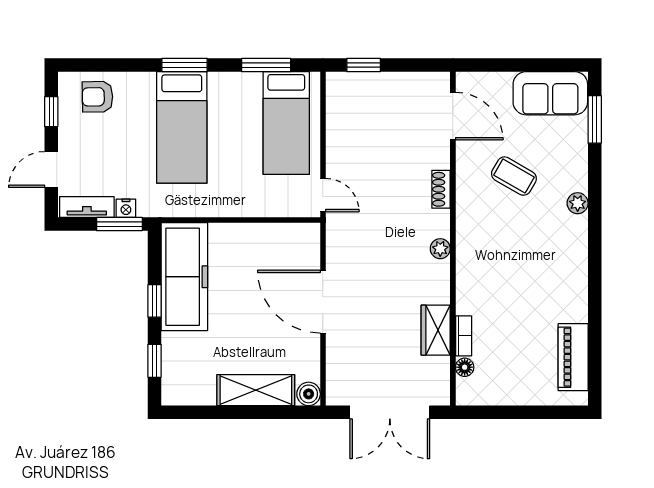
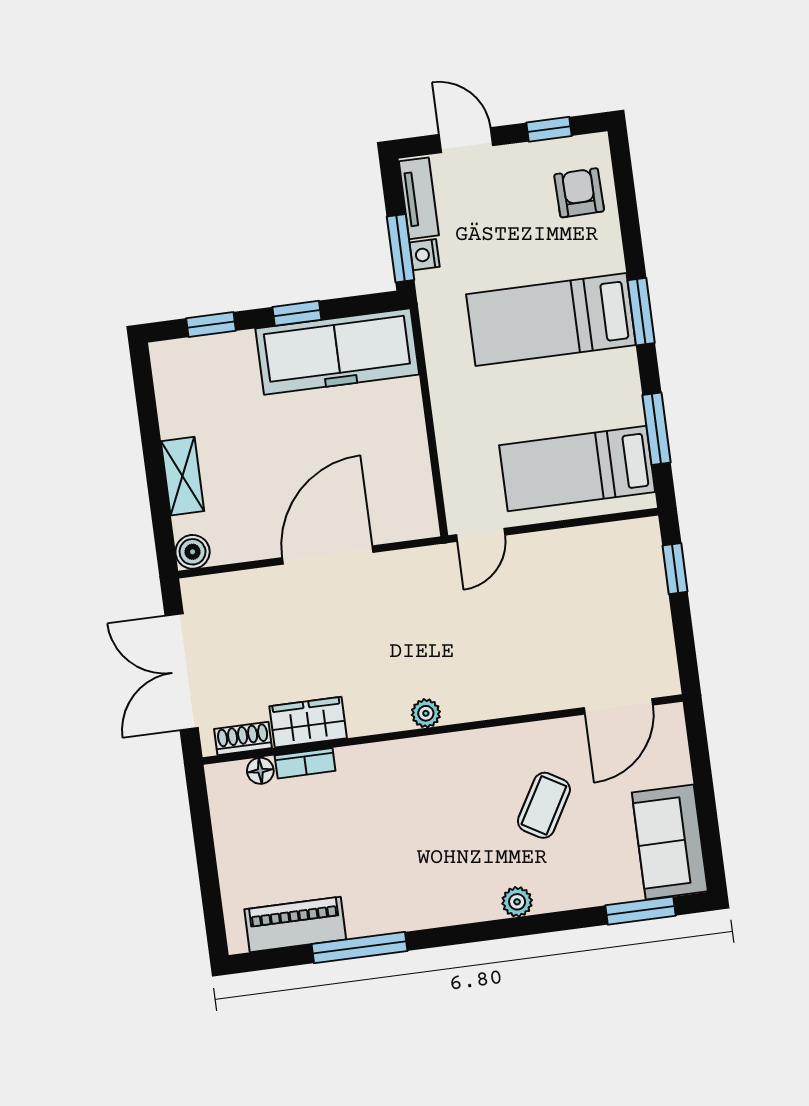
shoe rack: (441, 189) -> (243, 738), moved
window: (595, 315) -> (359, 948), added
shelving: (256, 390) -> (183, 476), width x0.67, depth x0.75

